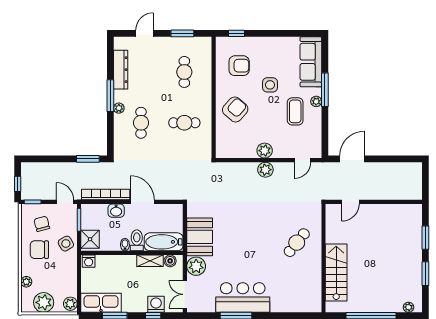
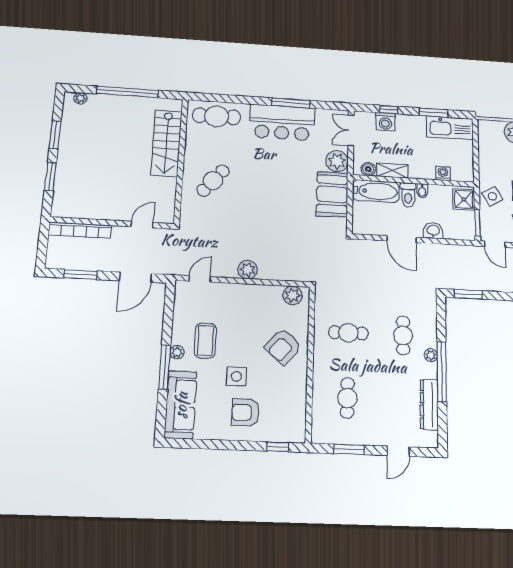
armchair: (239, 66) -> (245, 412), moved
window: (110, 96) -> (442, 372), width x1.46
plant: (265, 151) -> (293, 295), moved
window: (394, 159) -> (80, 274), added
bookcase: (106, 195) -> (80, 230), moved
washing machine: (89, 261) -> (443, 173), moved
double door: (185, 294) -> (351, 131), swing flipped
cafe table: (297, 299) -> (217, 116), added
plant: (70, 304) -> (485, 129), removed

